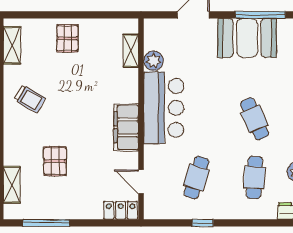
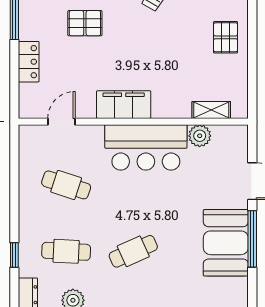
window: (260, 15) -> (252, 239), moved
pallet: (67, 38) -> (226, 37), turned 90
locker: (121, 210) -> (29, 62), moved
window: (203, 223) -> (14, 255), moved

